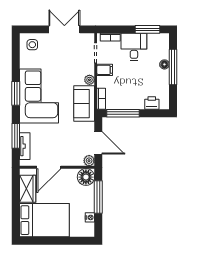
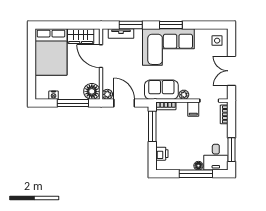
double door: (64, 29) -> (232, 71), swing flipped
desk: (134, 47) -> (216, 157), moved, turned 90
door: (98, 143) -> (124, 103), swing flipped

